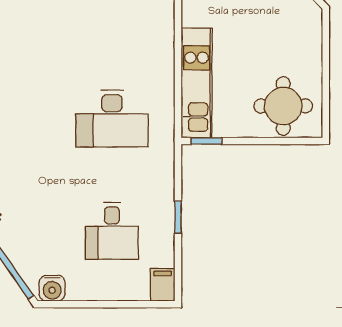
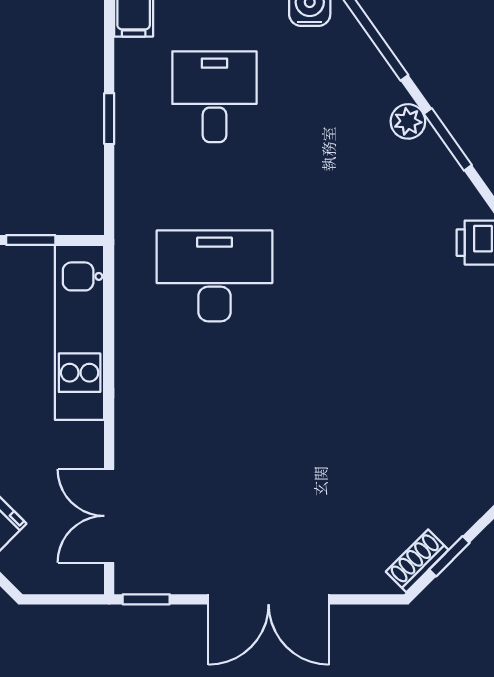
window: (206, 141) -> (31, 240), moved

